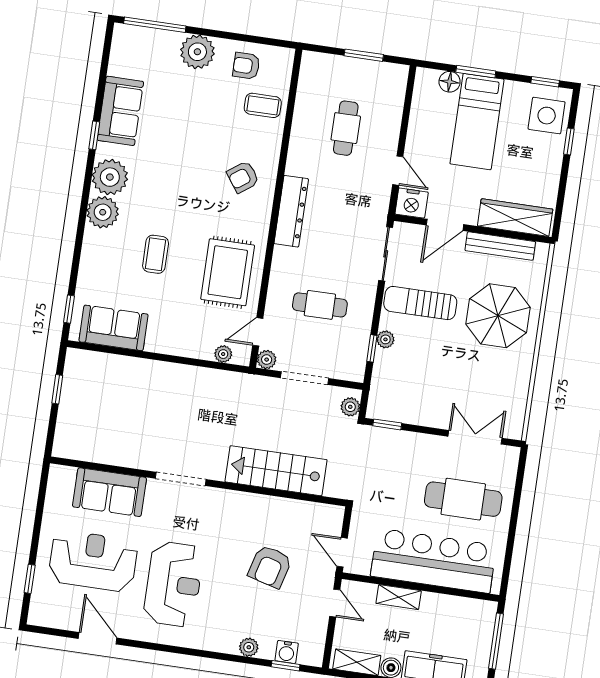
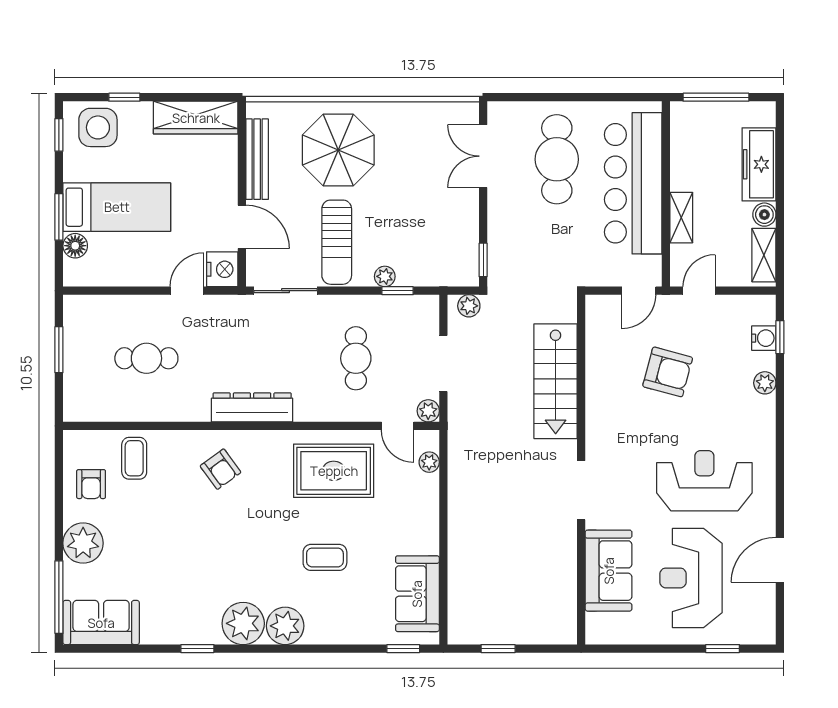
sofa: (120, 111) -> (101, 623), moved
wardrobe: (515, 218) -> (196, 118), moved, turned -90

